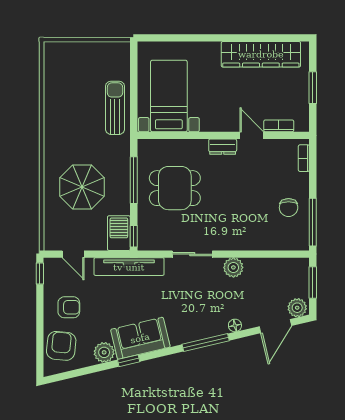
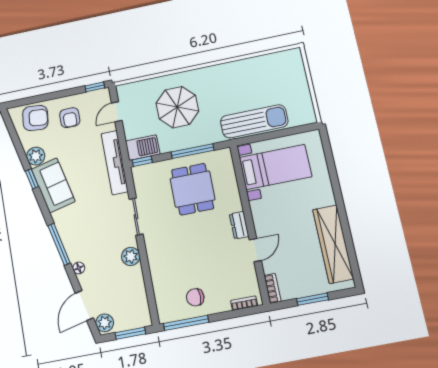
sun lounger: (115, 108) -> (254, 121), width x1.36, depth x1.34
bookcase: (279, 126) -> (273, 288), moved
door: (275, 326) -> (84, 306), hinge flipped

